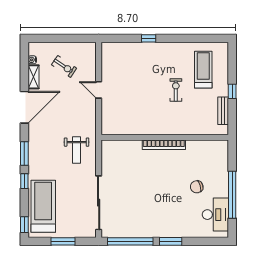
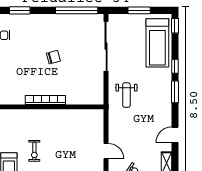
door: (24, 107) -> (175, 135), width x0.53
weight bench: (77, 150) -> (126, 95), turned 180
chair: (197, 187) -> (53, 57), moved
window: (171, 241) -> (20, 10), moved

